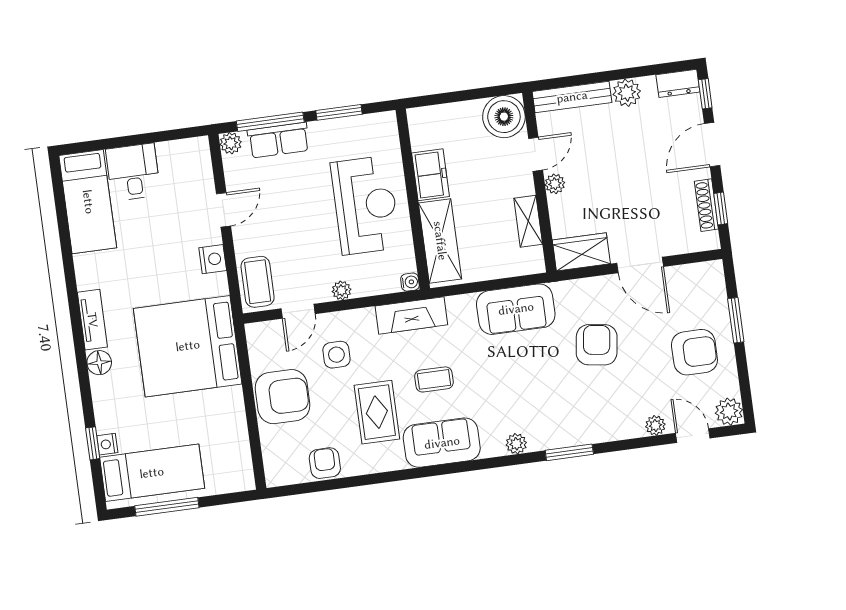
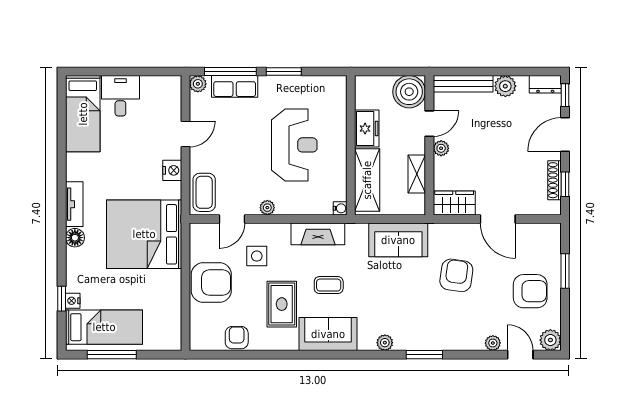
freezer: (430, 175) -> (367, 129), moved
wall: (413, 199) -> (351, 145), moved
shelving: (440, 241) -> (367, 180), moved
water cooler: (410, 282) -> (340, 208), moved

